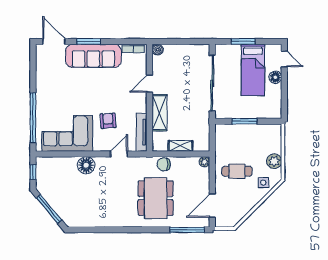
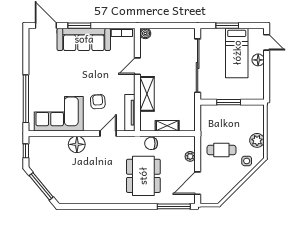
plant: (204, 162) -> (190, 156), moved

